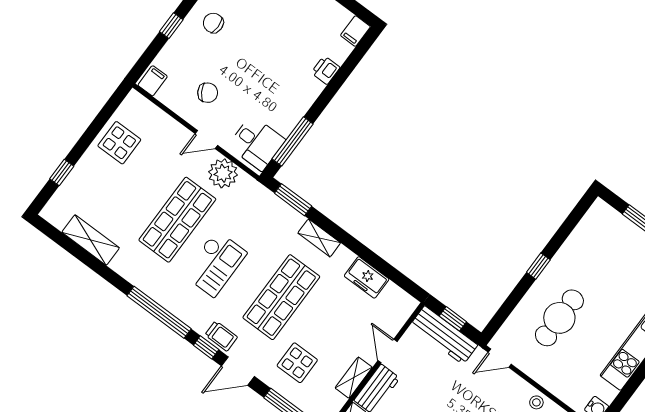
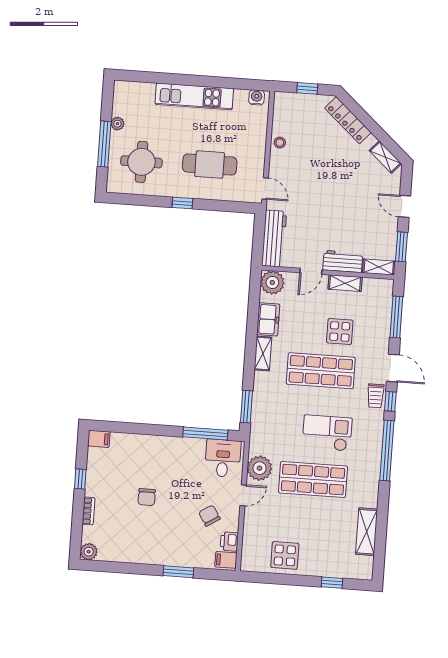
chair: (213, 23) -> (147, 497), moved
window: (171, 26) -> (178, 572), width x1.50
printer: (326, 70) -> (229, 541), moved, turned 90
door: (206, 139) -> (243, 495), hinge flipped
shelving: (319, 238) -> (263, 353), moved
round table: (606, 251) -> (141, 162), added
plant: (401, 305) -> (272, 282), added
window: (453, 319) -> (258, 240), removed
trolley: (221, 336) -> (376, 396), turned 180
display table: (297, 363) -> (340, 331), moved

